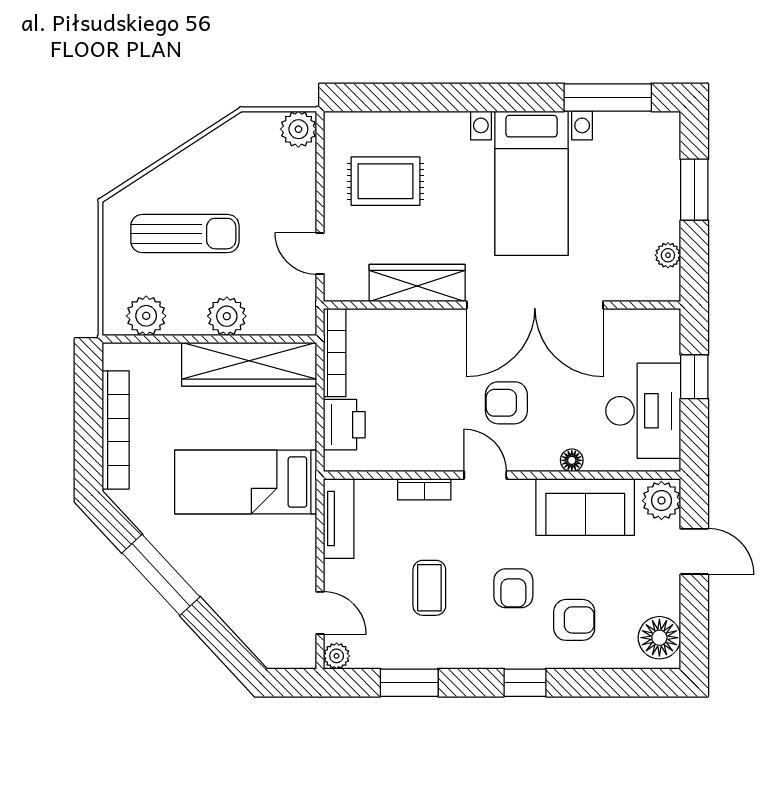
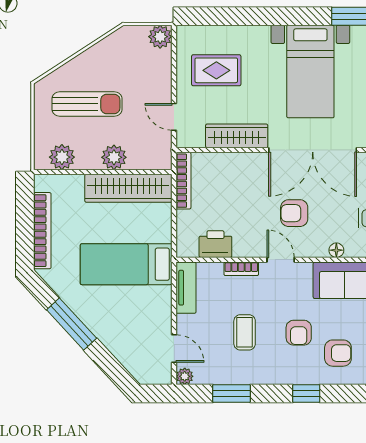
printer: (344, 425) -> (215, 244), moved, turned -90

